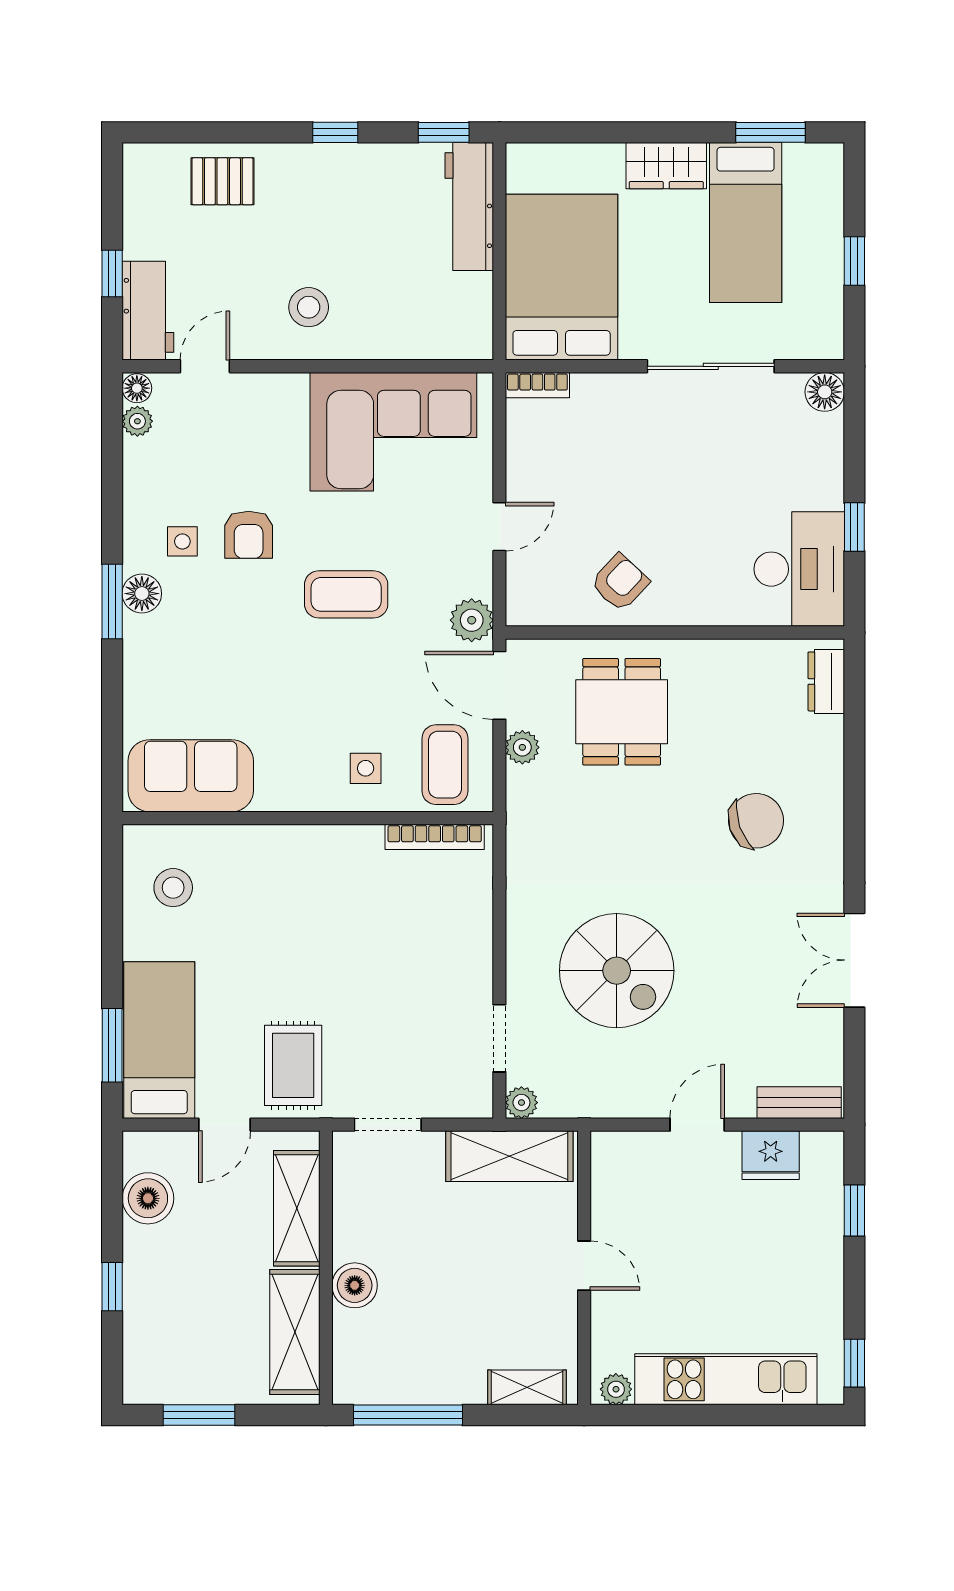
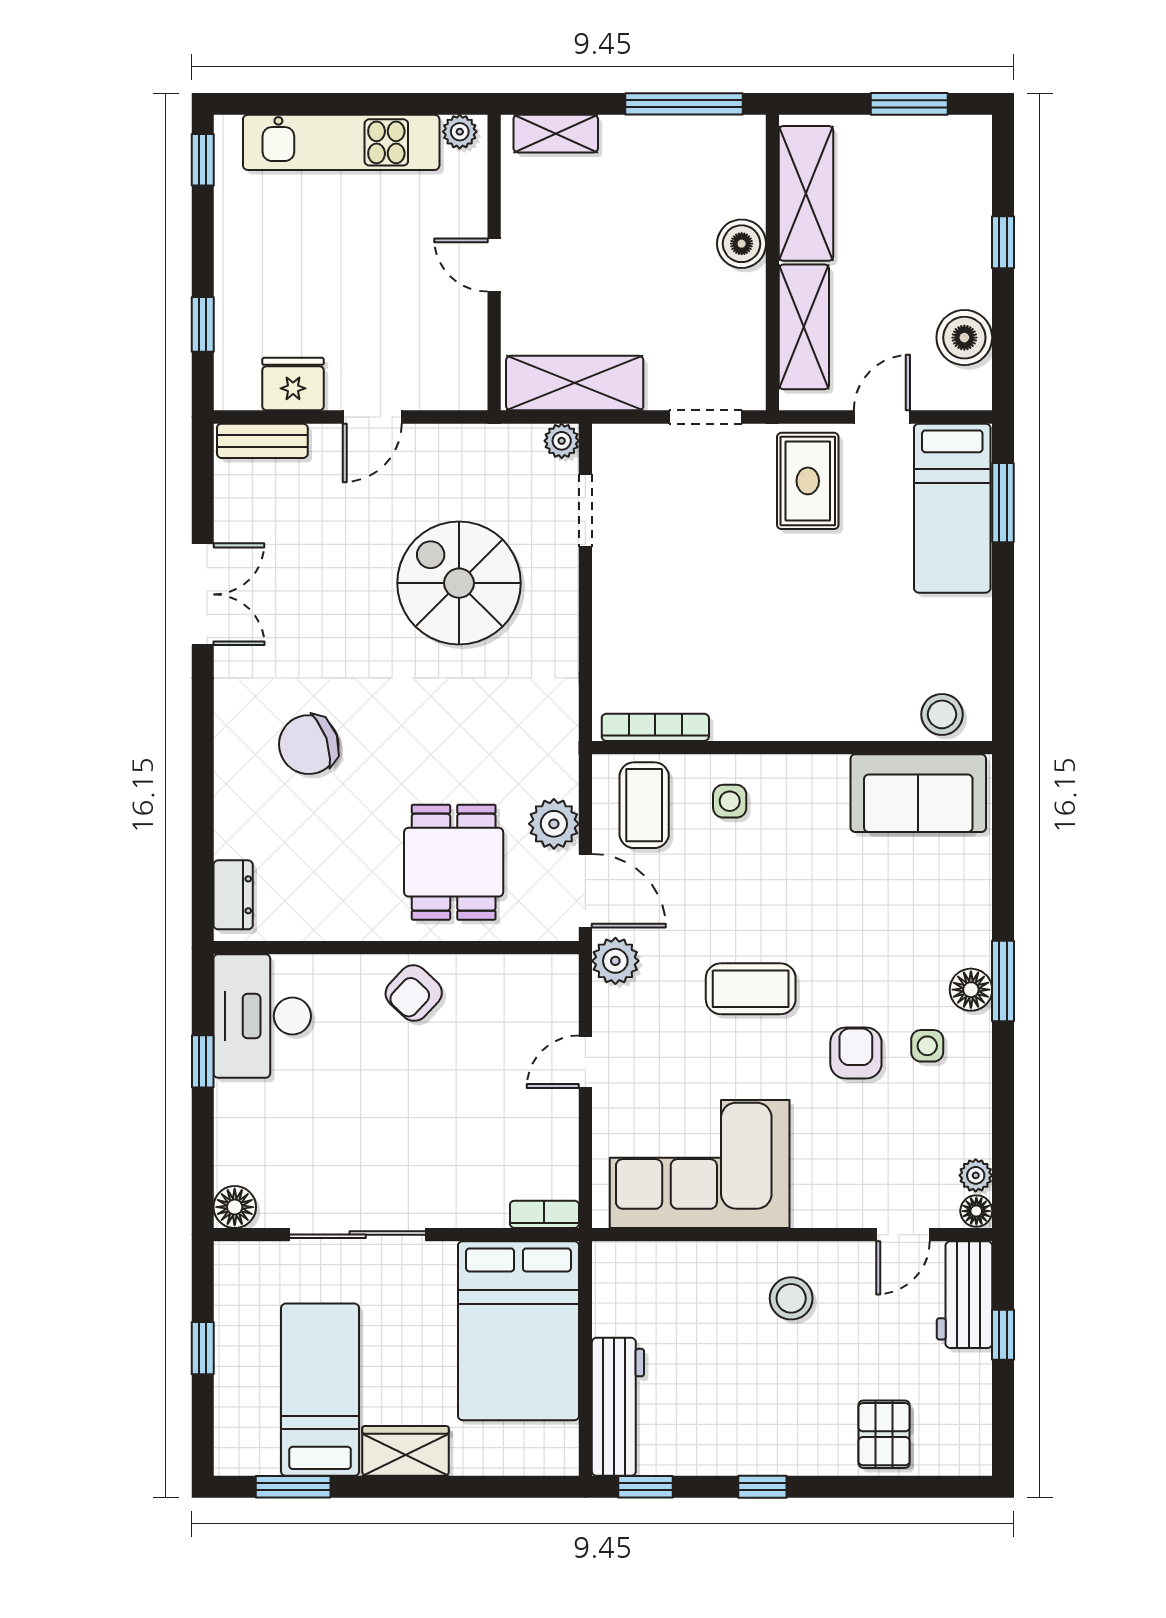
pallet: (222, 181) -> (884, 1434), turned 90
armchair: (620, 582) -> (414, 993), moved
plant: (522, 747) -> (554, 824), width x1.38, depth x1.38
stool: (173, 888) -> (942, 714), moved

